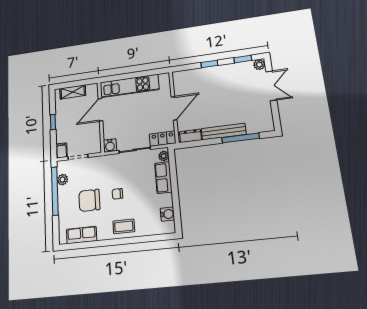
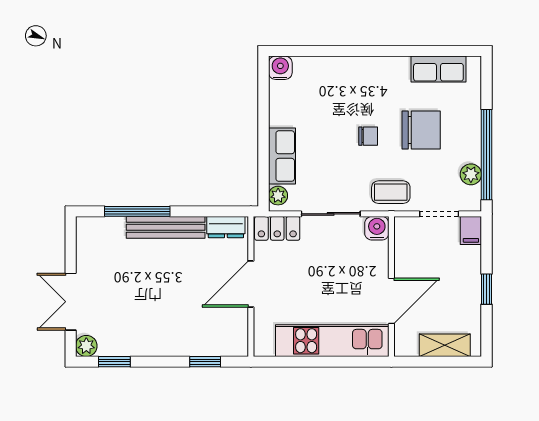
window: (209, 64) -> (205, 362), moved
water cooler: (167, 214) -> (280, 68), moved, turned 90
coffee table: (124, 226) -> (391, 192), moved

